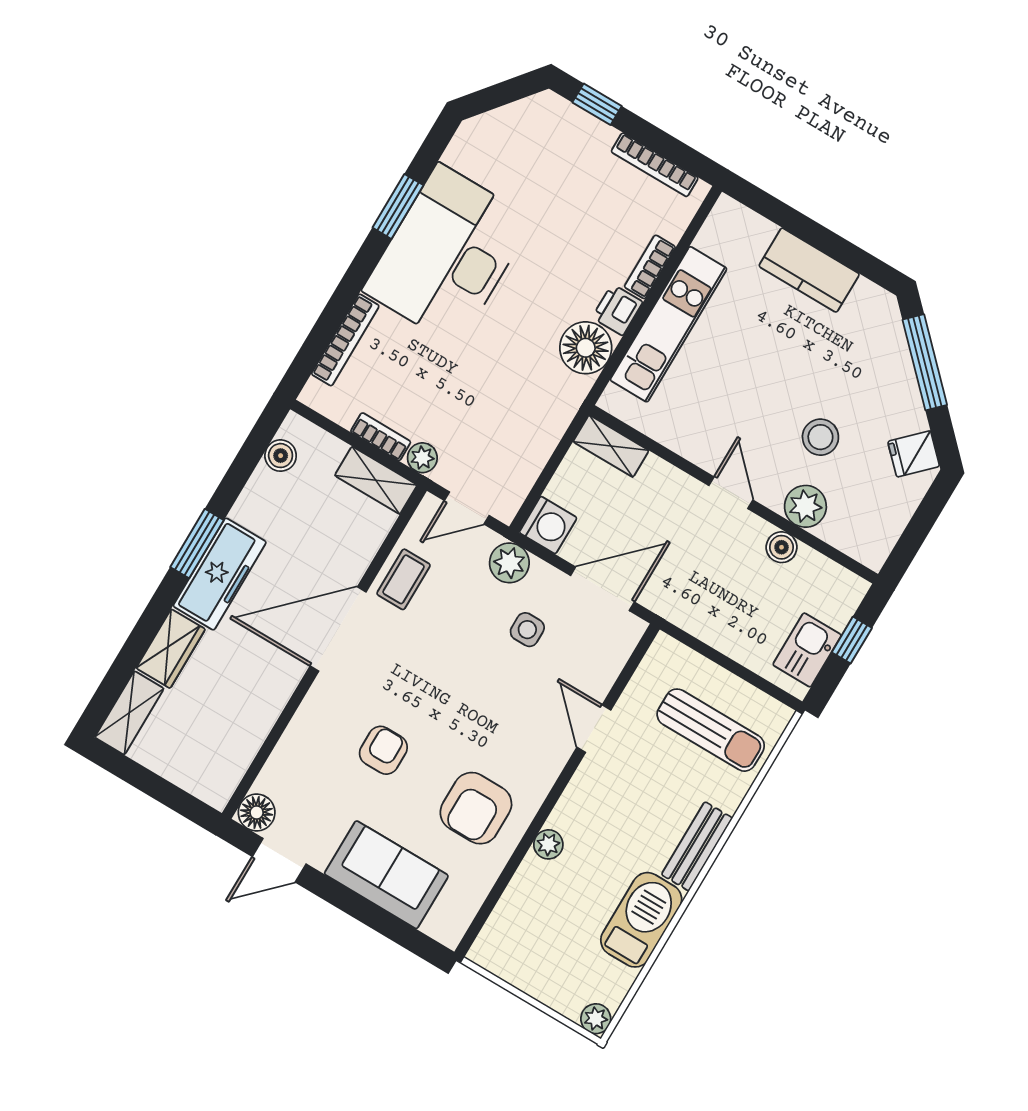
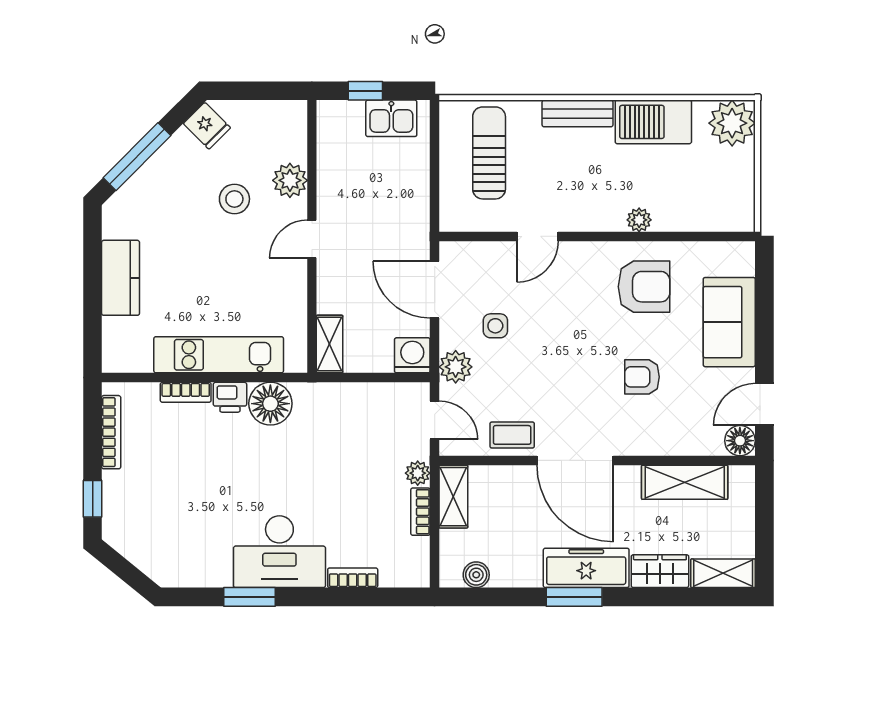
desk: (448, 255) -> (279, 552), width x0.73, depth x0.77
bookcase: (345, 340) -> (353, 578), width x0.64
boiler: (782, 547) -> (329, 180), removed
shelving: (248, 729) -> (685, 482), added
door: (279, 860) -> (764, 404), swing flipped
plant: (596, 1019) -> (732, 123), width x1.87, depth x1.87

